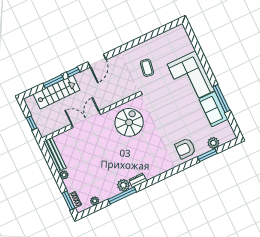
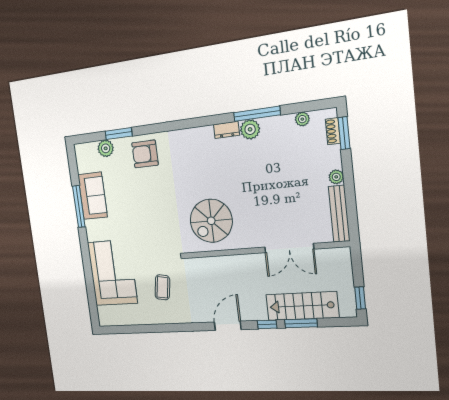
corner sofa: (191, 77) -> (112, 273), moved
double door: (86, 119) -> (289, 248), moved
window: (32, 123) -> (360, 298), moved
armchair: (185, 148) -> (145, 154), turned 180

